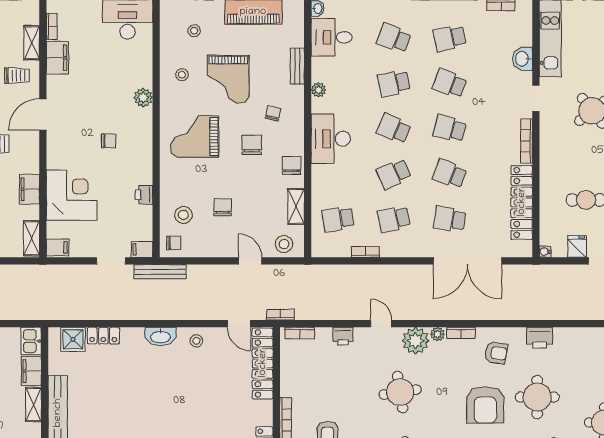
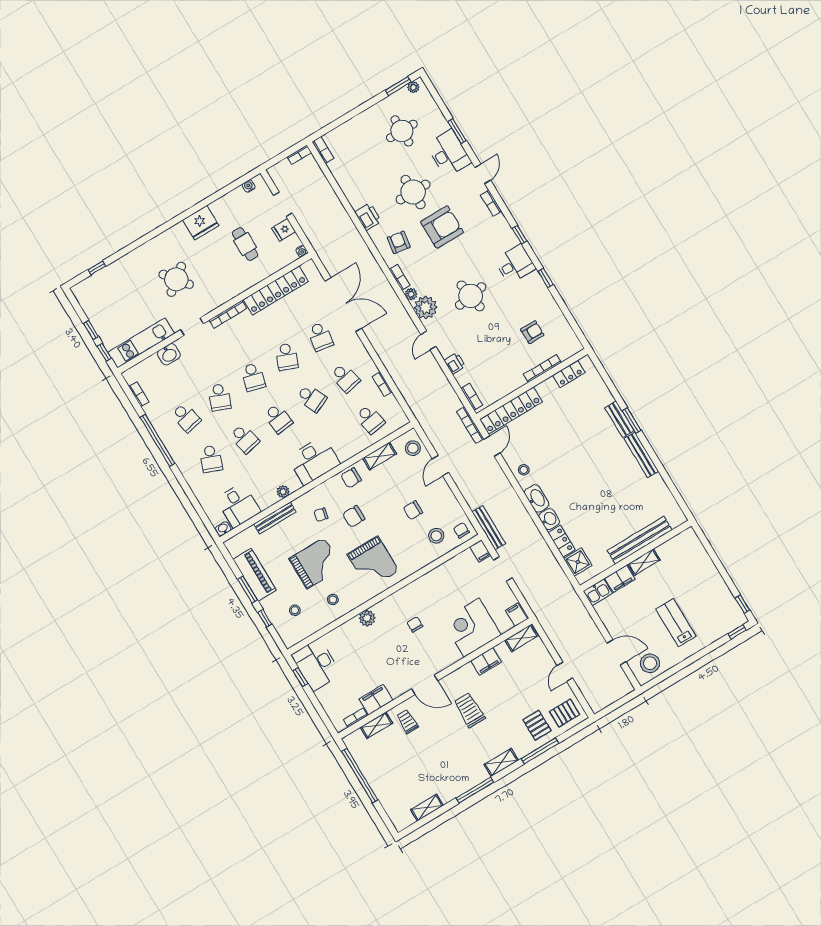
bench: (297, 66) -> (275, 518), width x1.36
school desk: (394, 129) -> (278, 418), turned -30
printer: (144, 195) -> (439, 574), removed
bookcase: (280, 315) -> (470, 425), width x1.56
washbasin: (133, 337) -> (549, 519), added

